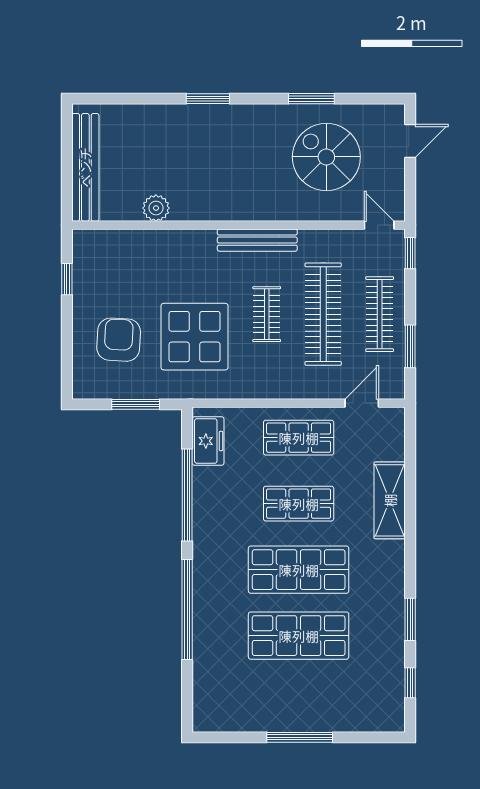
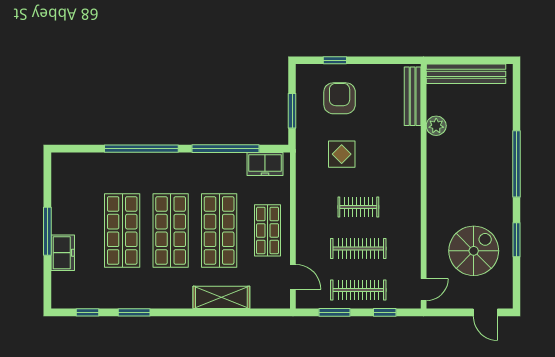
window: (208, 99) -> (516, 164), width x2.11
bench: (257, 240) -> (413, 96), moved
window: (410, 253) -> (385, 312), moved
window: (67, 279) -> (335, 60), moved
clothes rail: (323, 314) -> (358, 249), width x0.73, depth x0.76
display table: (195, 337) -> (342, 154), width x0.54, depth x0.54
armchair: (119, 340) -> (340, 98), turned -93
shop shelf: (299, 504) -> (219, 230), width x1.43, depth x1.36
freezer: (329, 717) -> (63, 253), added

